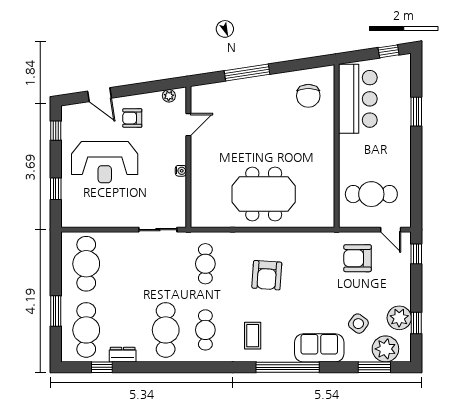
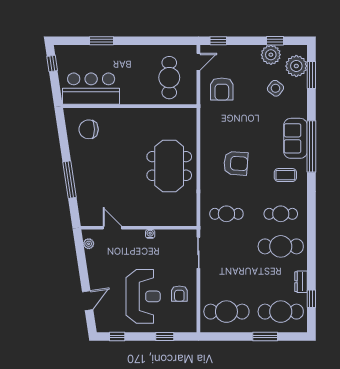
chair: (308, 96) -> (89, 129), turned 180
armchair: (132, 118) -> (179, 294), moved
sofa: (319, 348) -> (295, 138), moved

